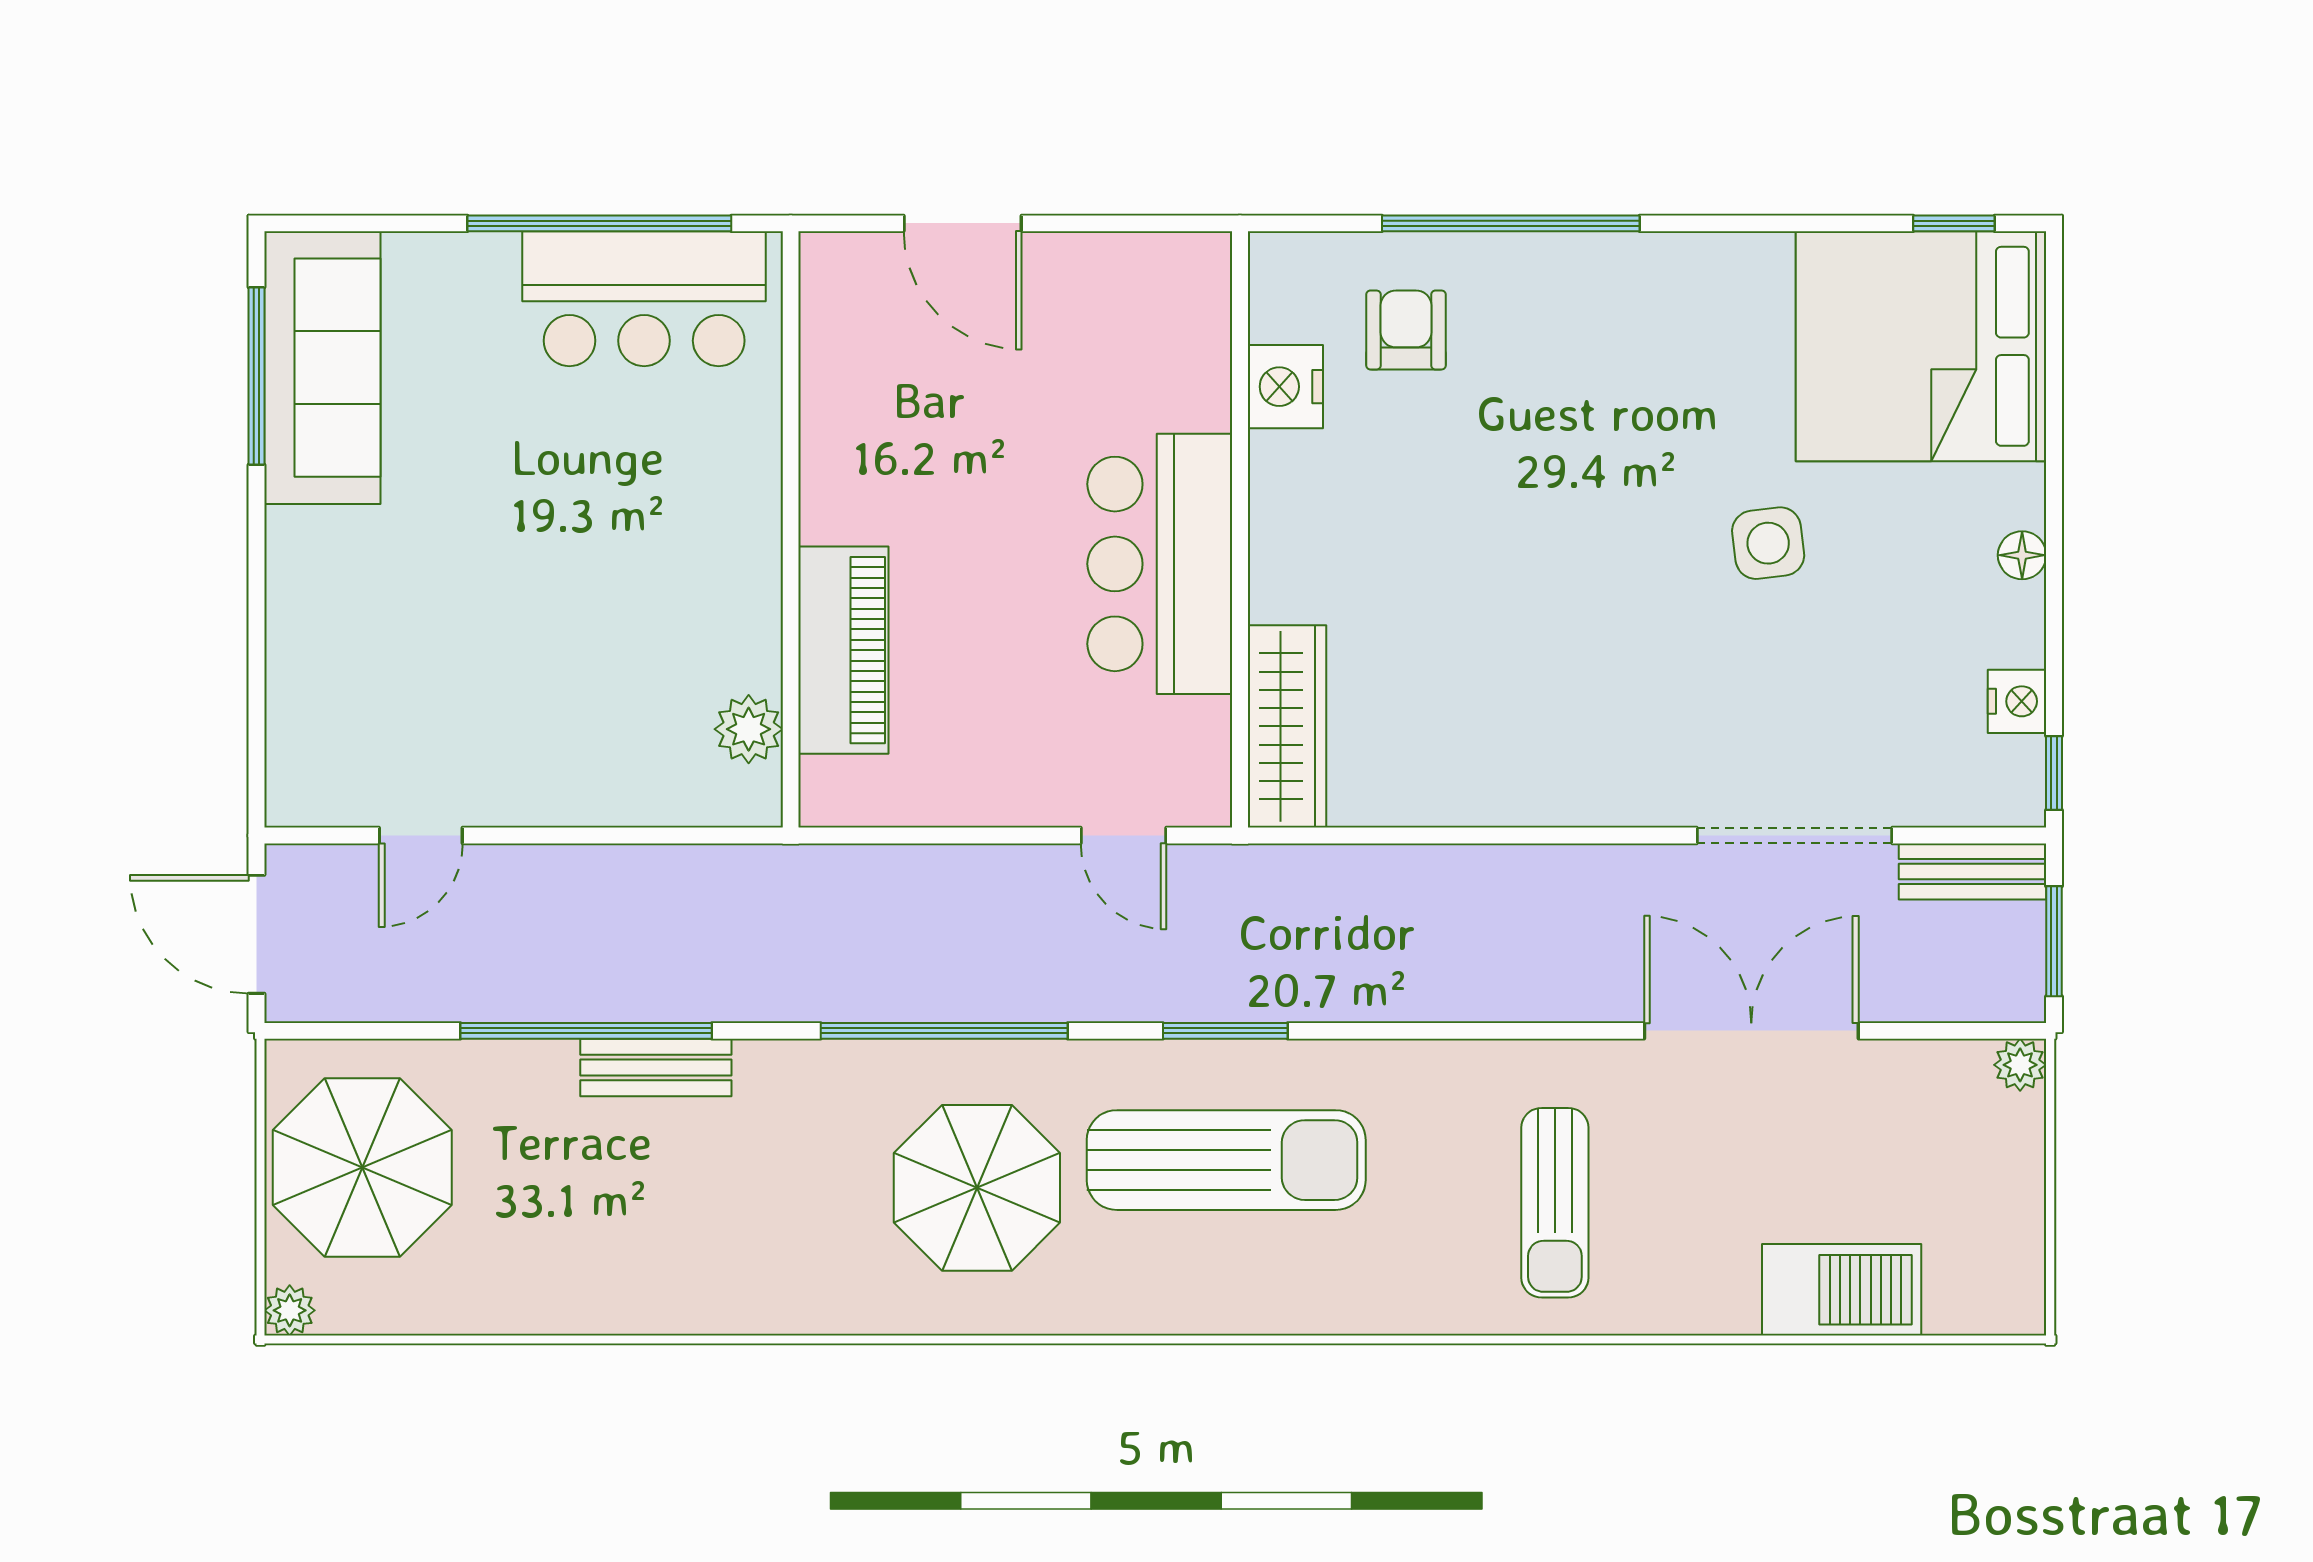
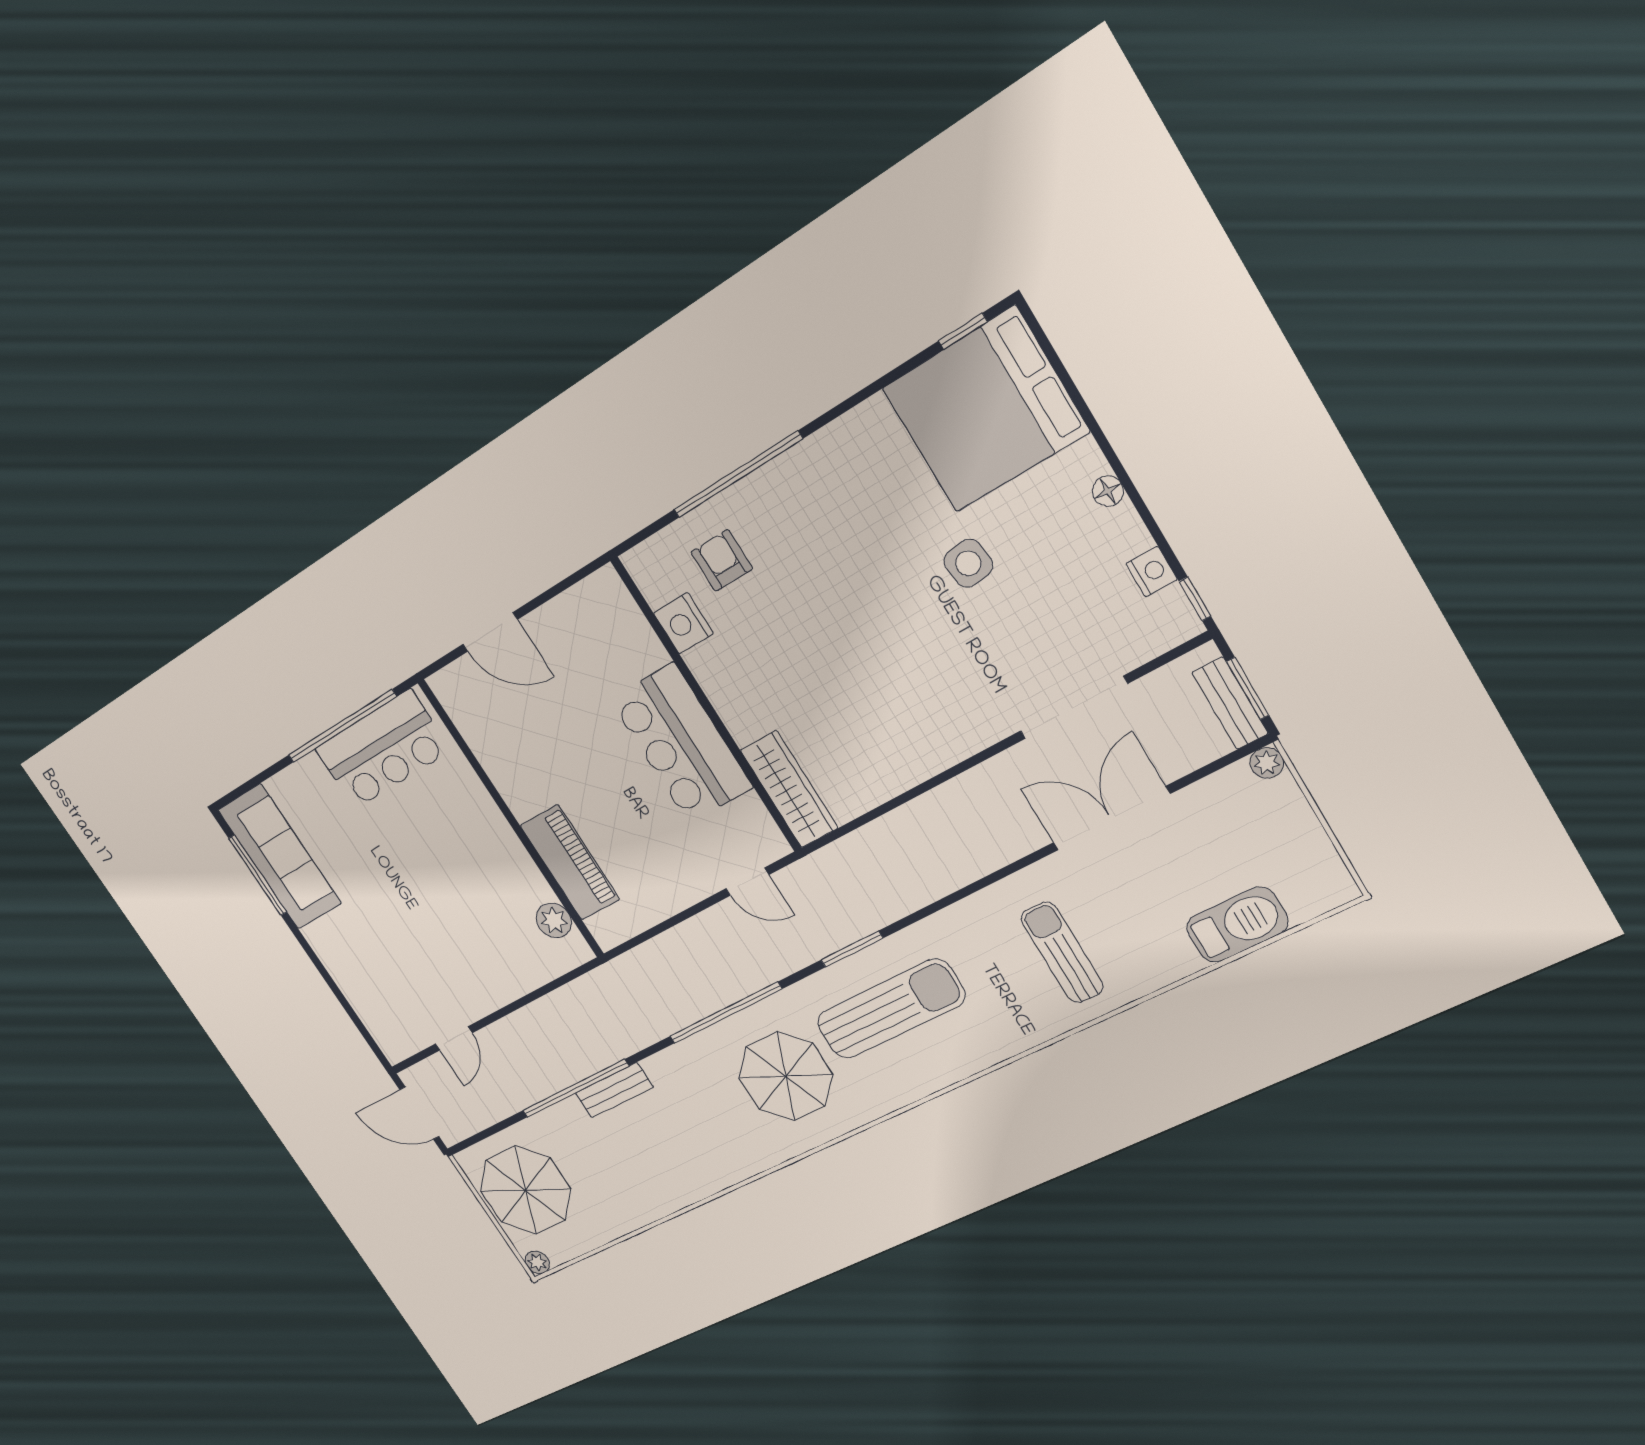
bench: (1973, 871) -> (1230, 703), moved, turned 90
sun lounger: (1555, 1203) -> (1062, 953), turned 180

